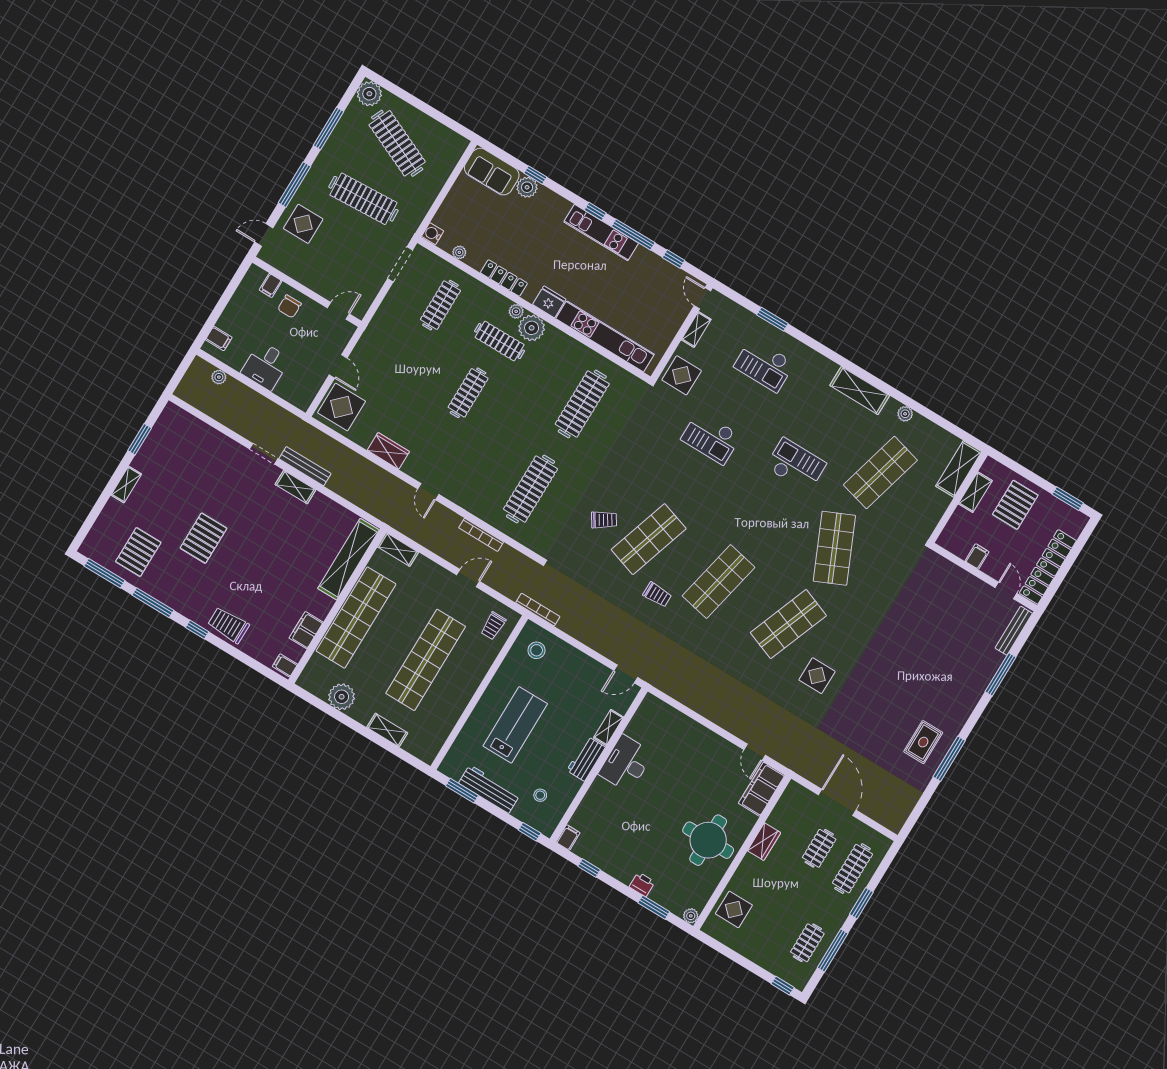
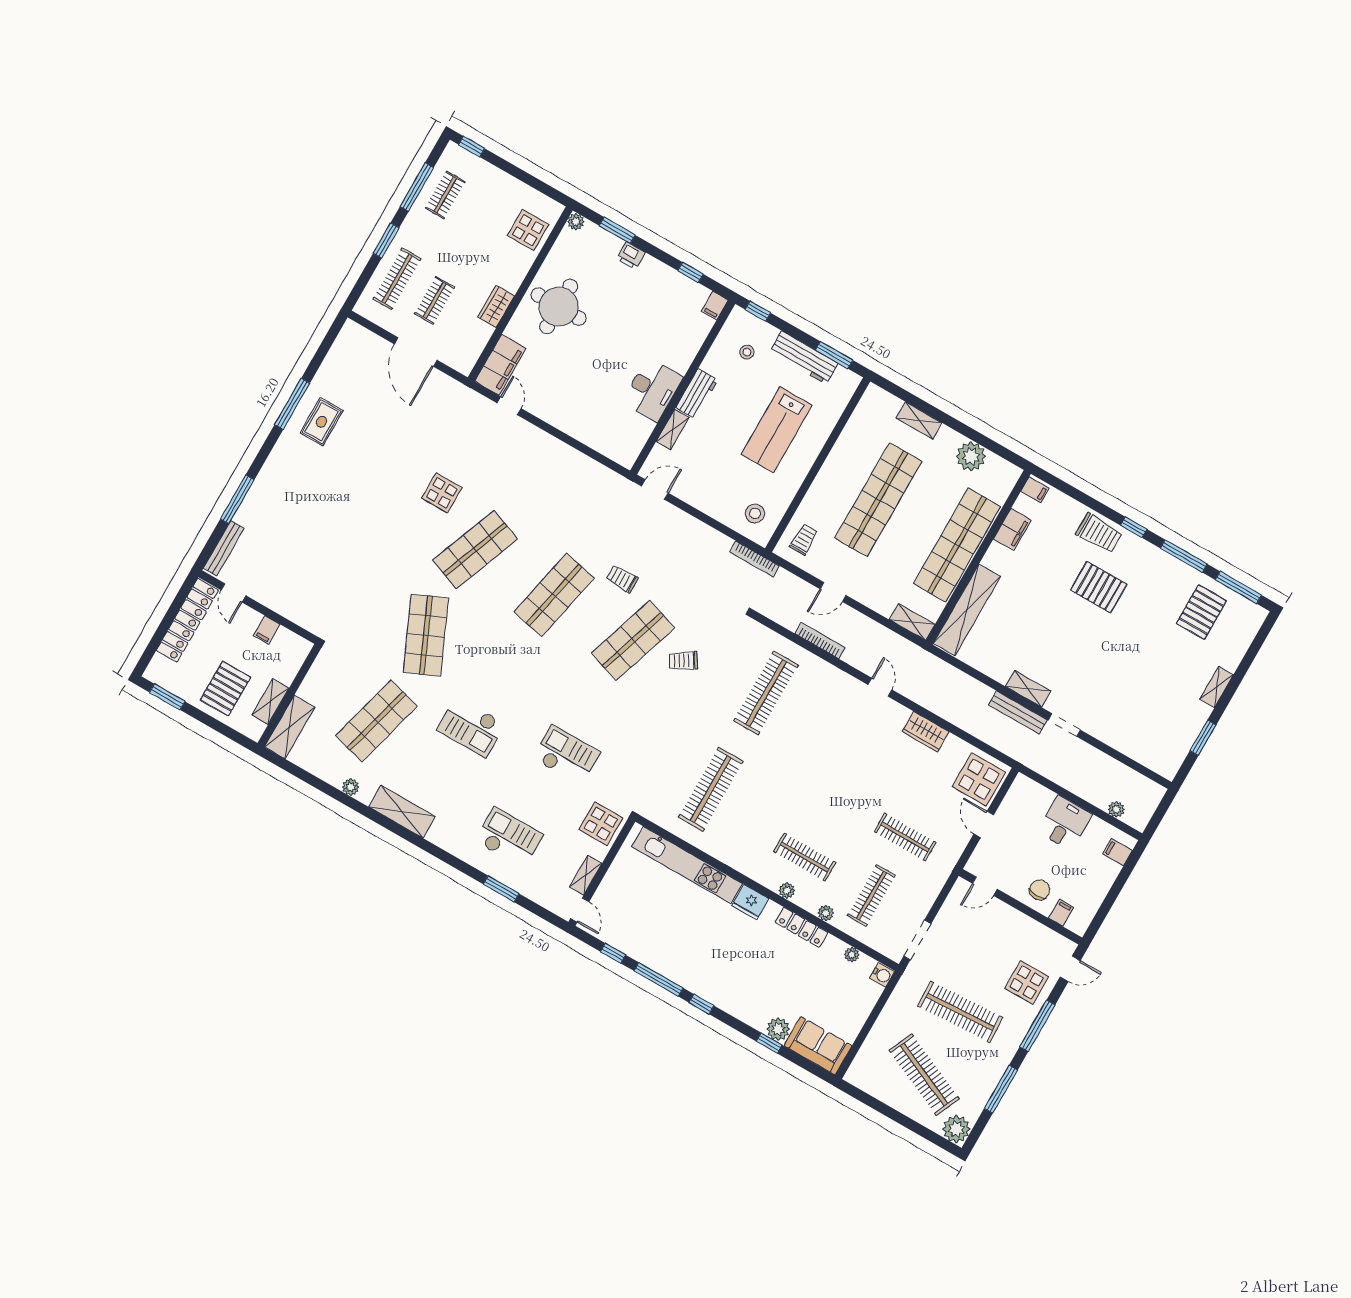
kitchen unit: (601, 232) -> (694, 981), removed
plant: (532, 328) -> (826, 913), moved, width x0.53, depth x0.53
clothes rail: (468, 393) -> (905, 837), moved, turned 90
pallet: (203, 538) -> (1099, 587), moved, turned 90

